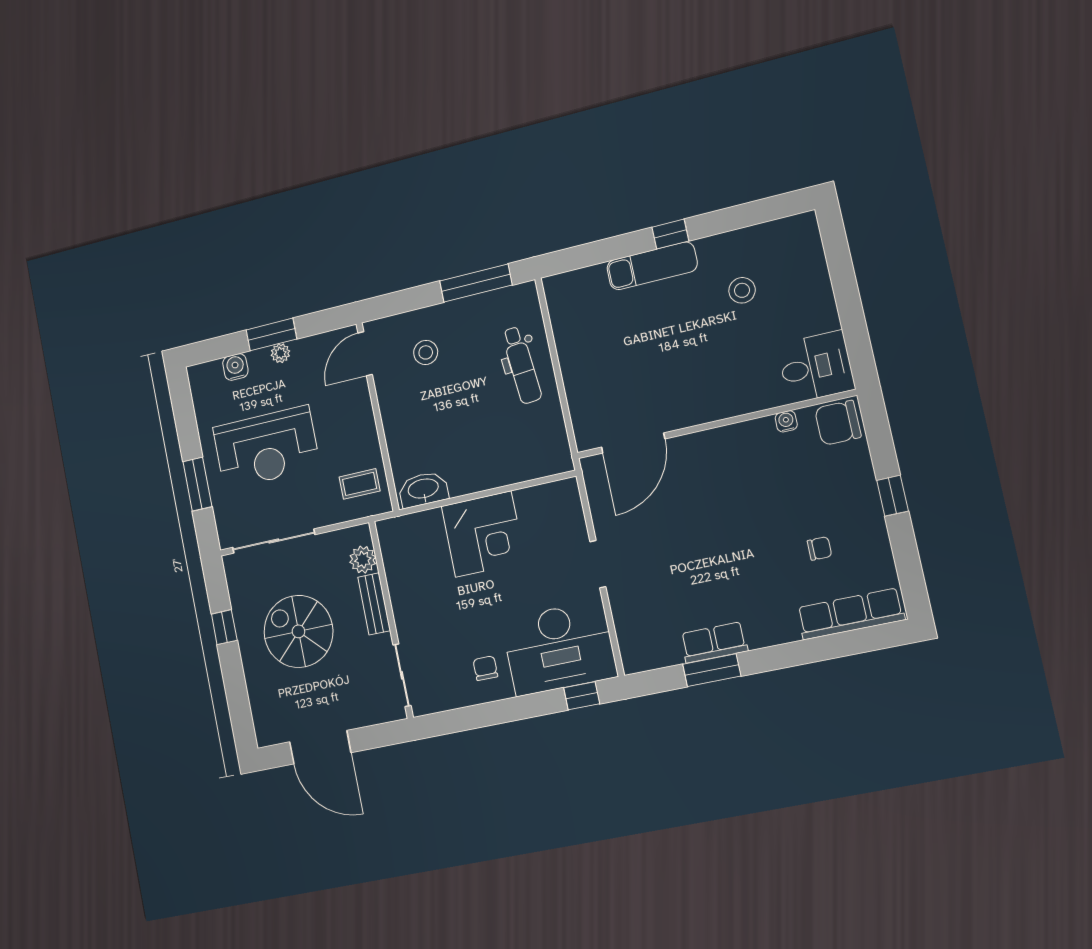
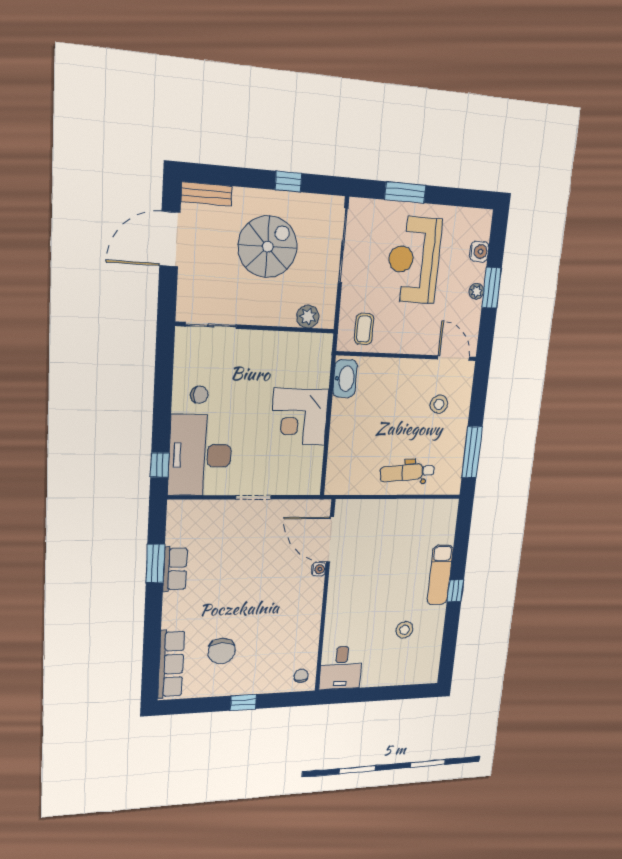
water cooler: (786, 421) -> (319, 569), moved
chair: (838, 423) -> (301, 676), width x0.54, depth x0.54
chair: (819, 548) -> (222, 651), width x1.87, depth x1.87
bench: (374, 604) -> (207, 194), moved

